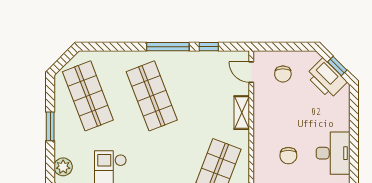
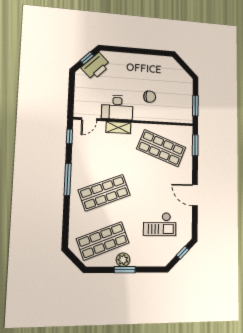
window: (209, 47) -> (69, 136), moved
chair: (283, 74) -> (91, 97), removed
desk: (333, 153) -> (117, 107), moved, turned 180
plant: (63, 167) -> (123, 260), moved

